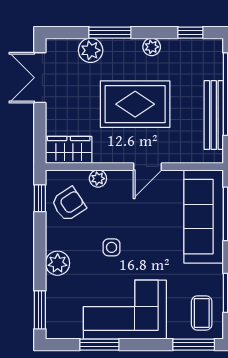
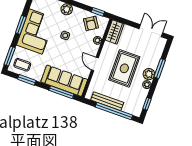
plant: (91, 50) -> (149, 74), moved
window: (99, 345) -> (21, 25), moved

